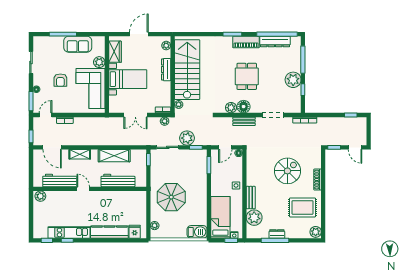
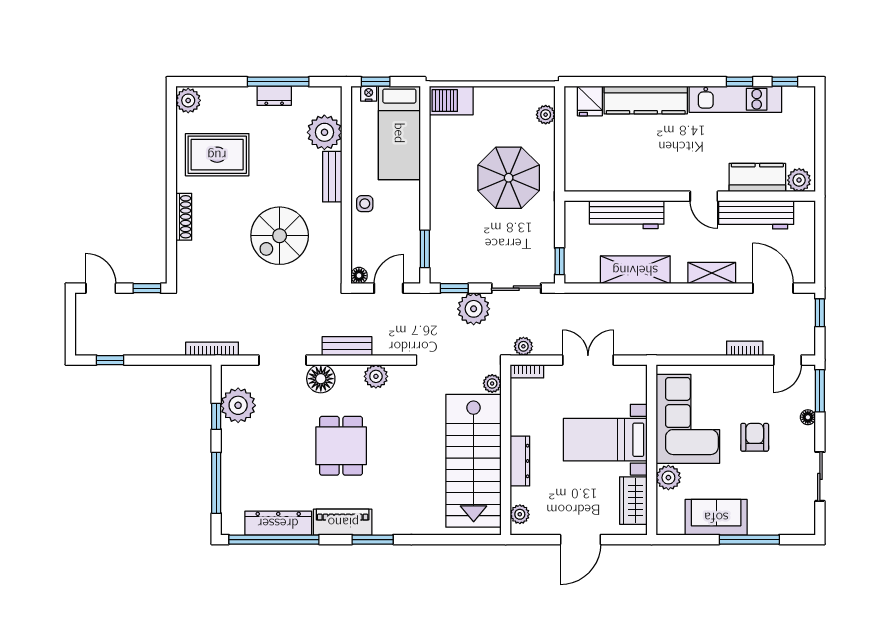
plant: (293, 80) -> (238, 405), moved
floor lamp: (244, 107) -> (321, 379), moved
spiral stairs: (287, 171) -> (280, 236), moved
kitchen counter: (59, 197) -> (757, 178), added

